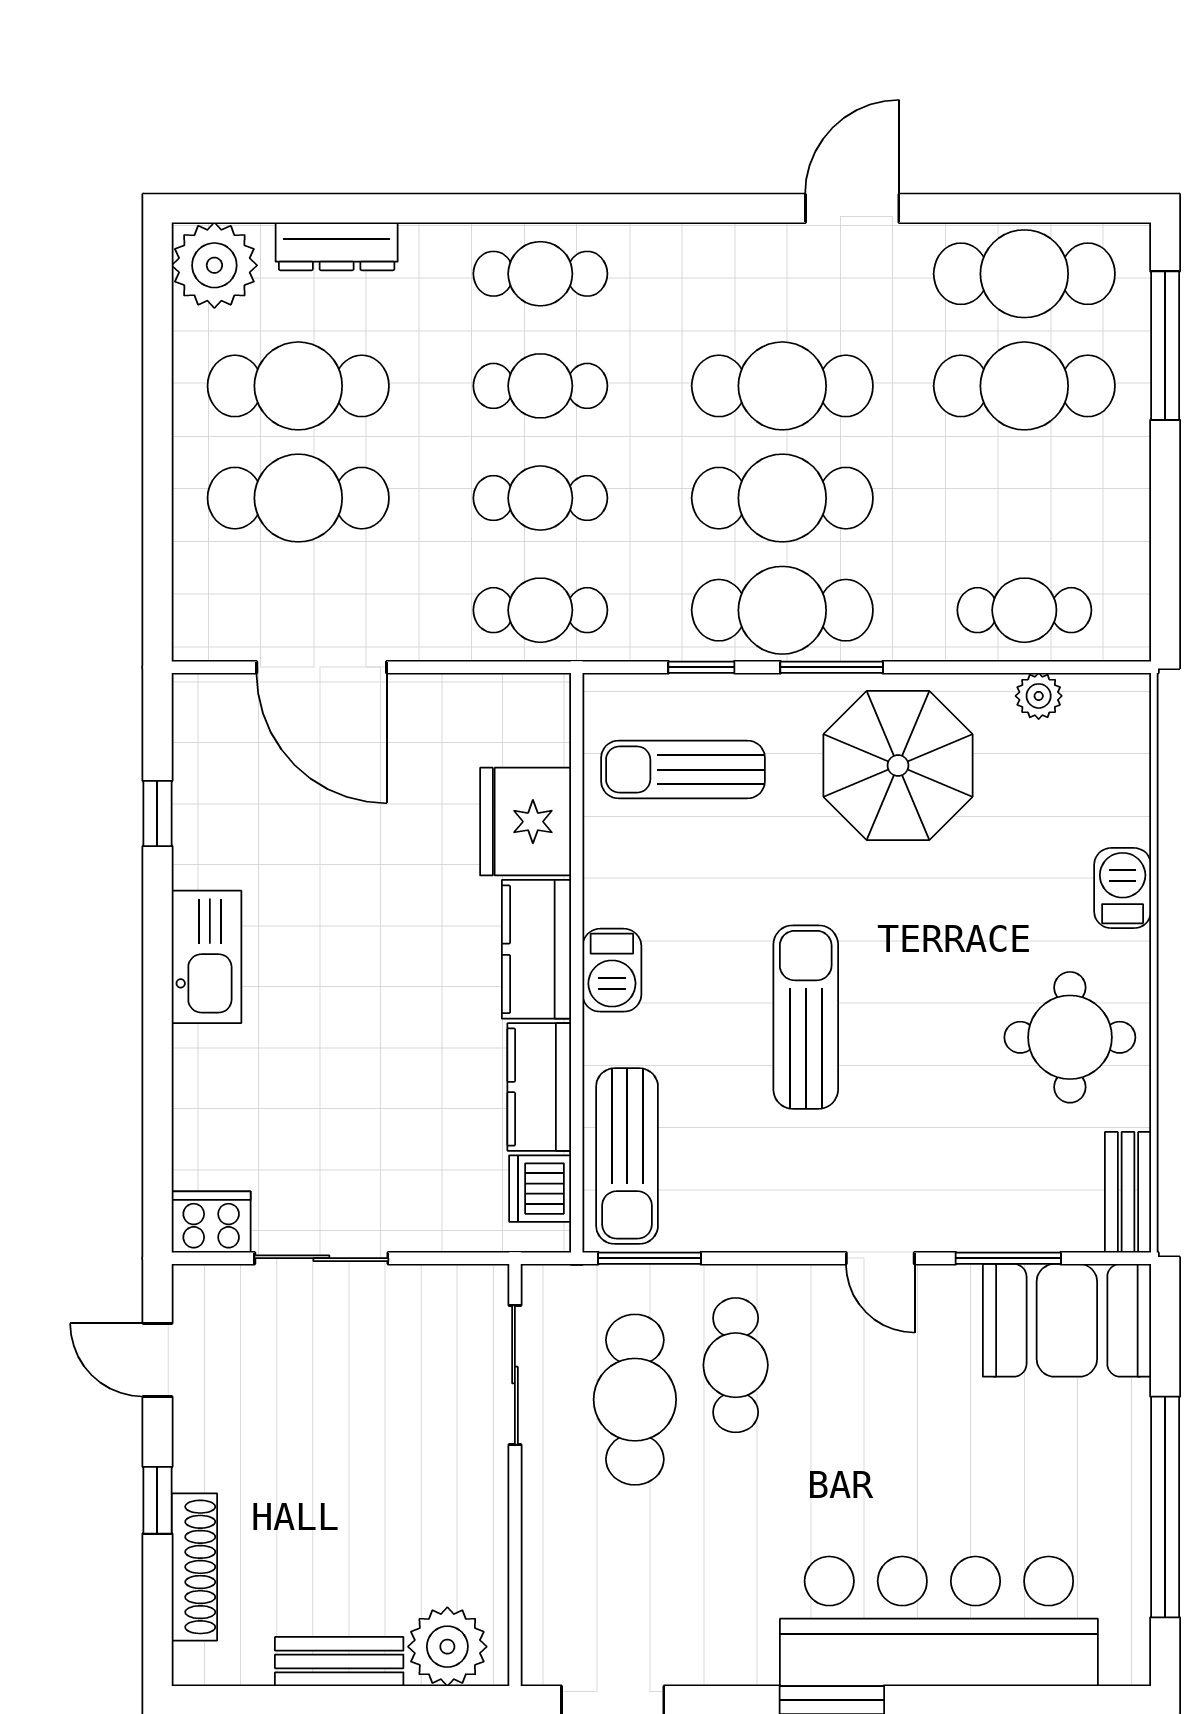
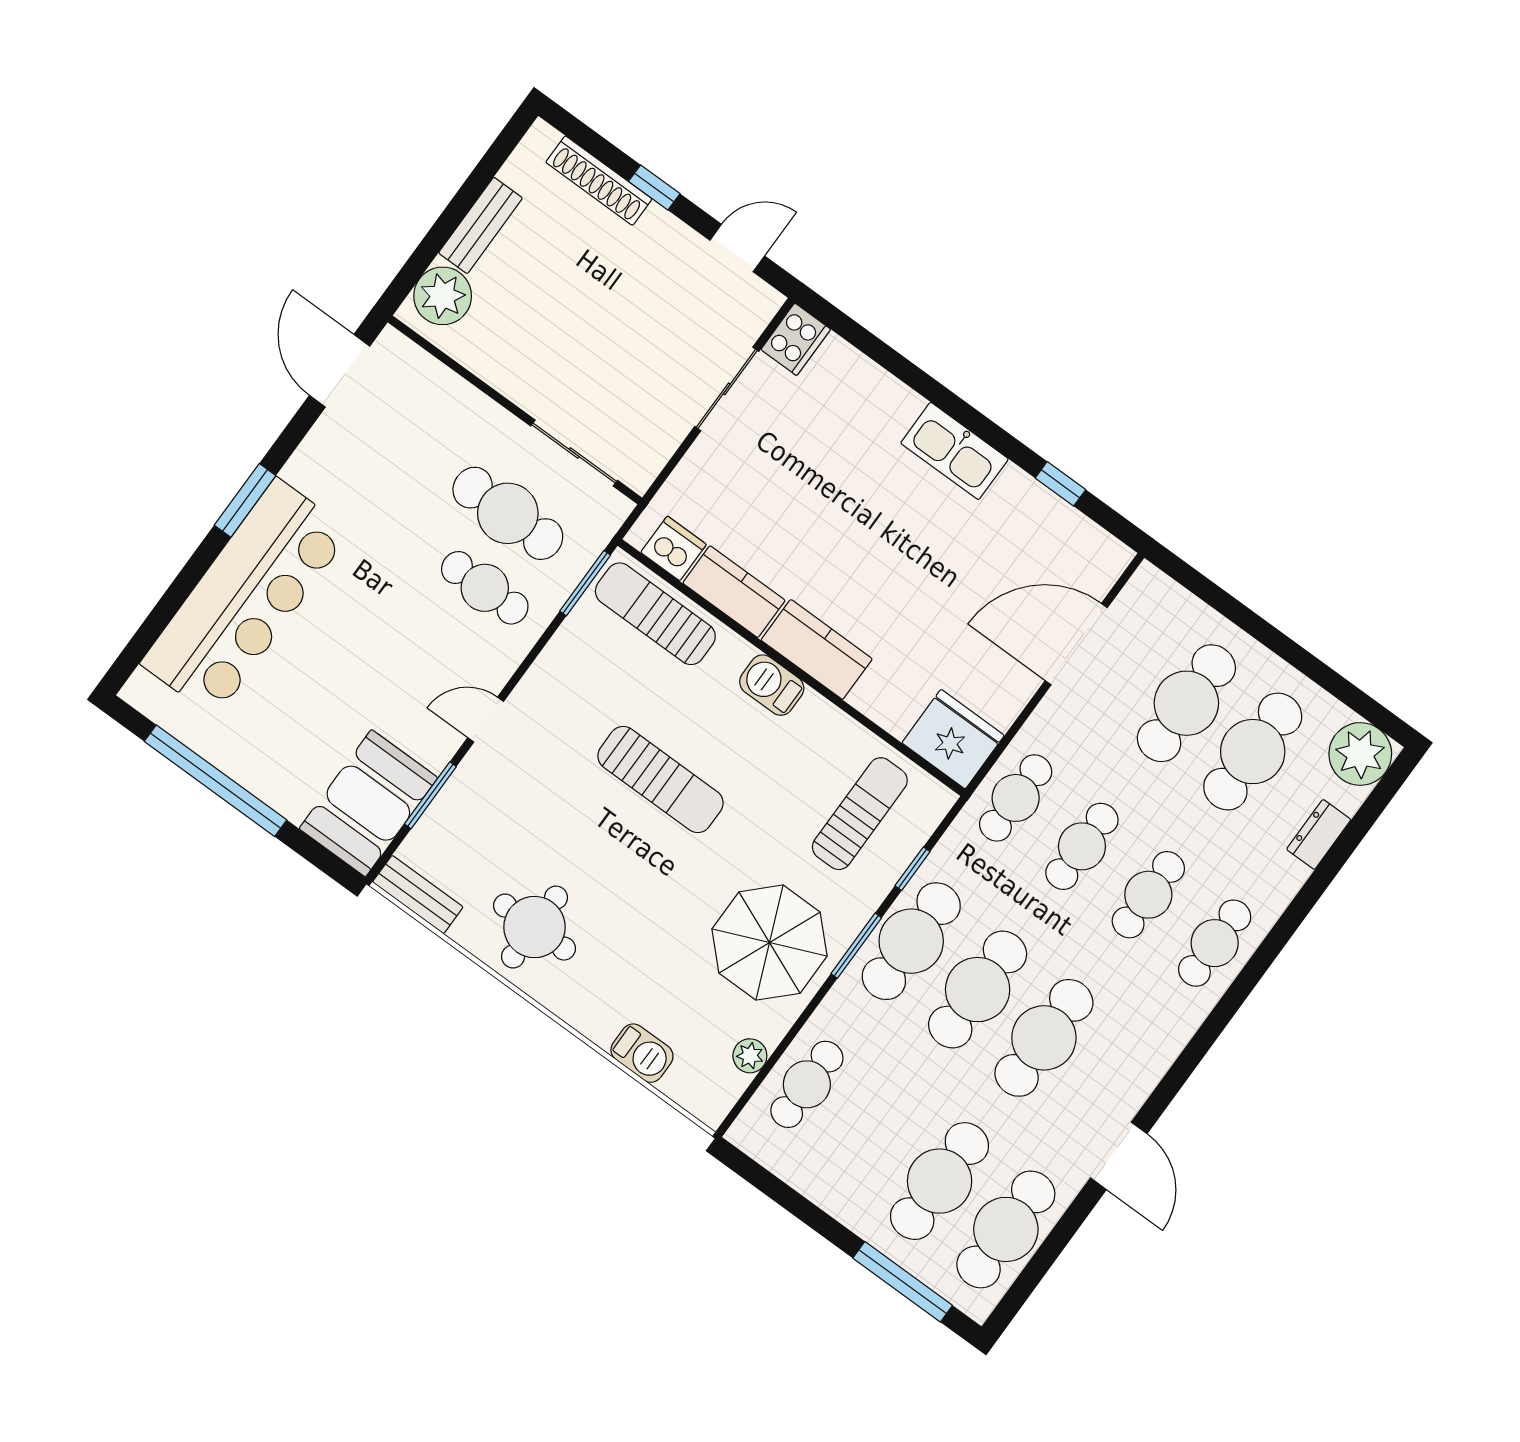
dresser: (337, 246) -> (1319, 834), width x0.70
fridge: (526, 822) -> (953, 739), moved
barbecue: (1123, 888) -> (642, 1053), moved

